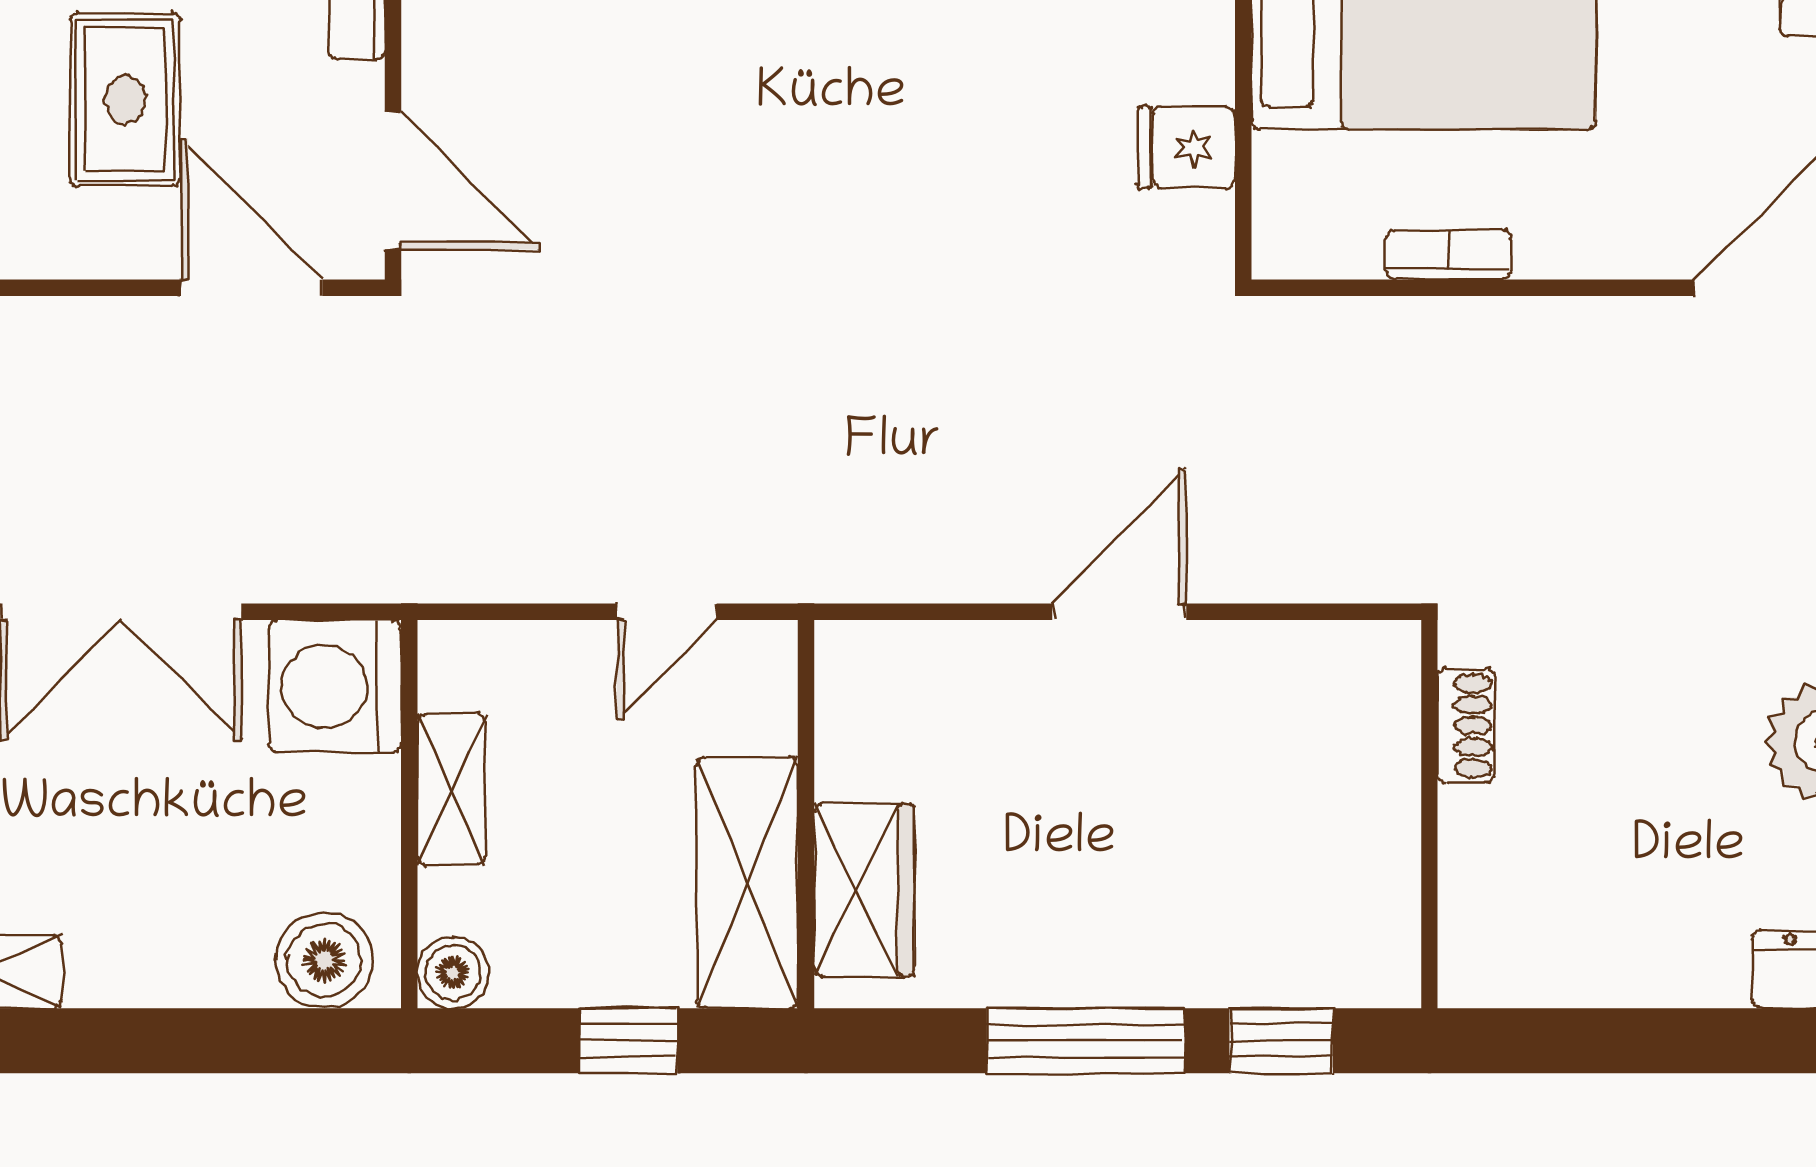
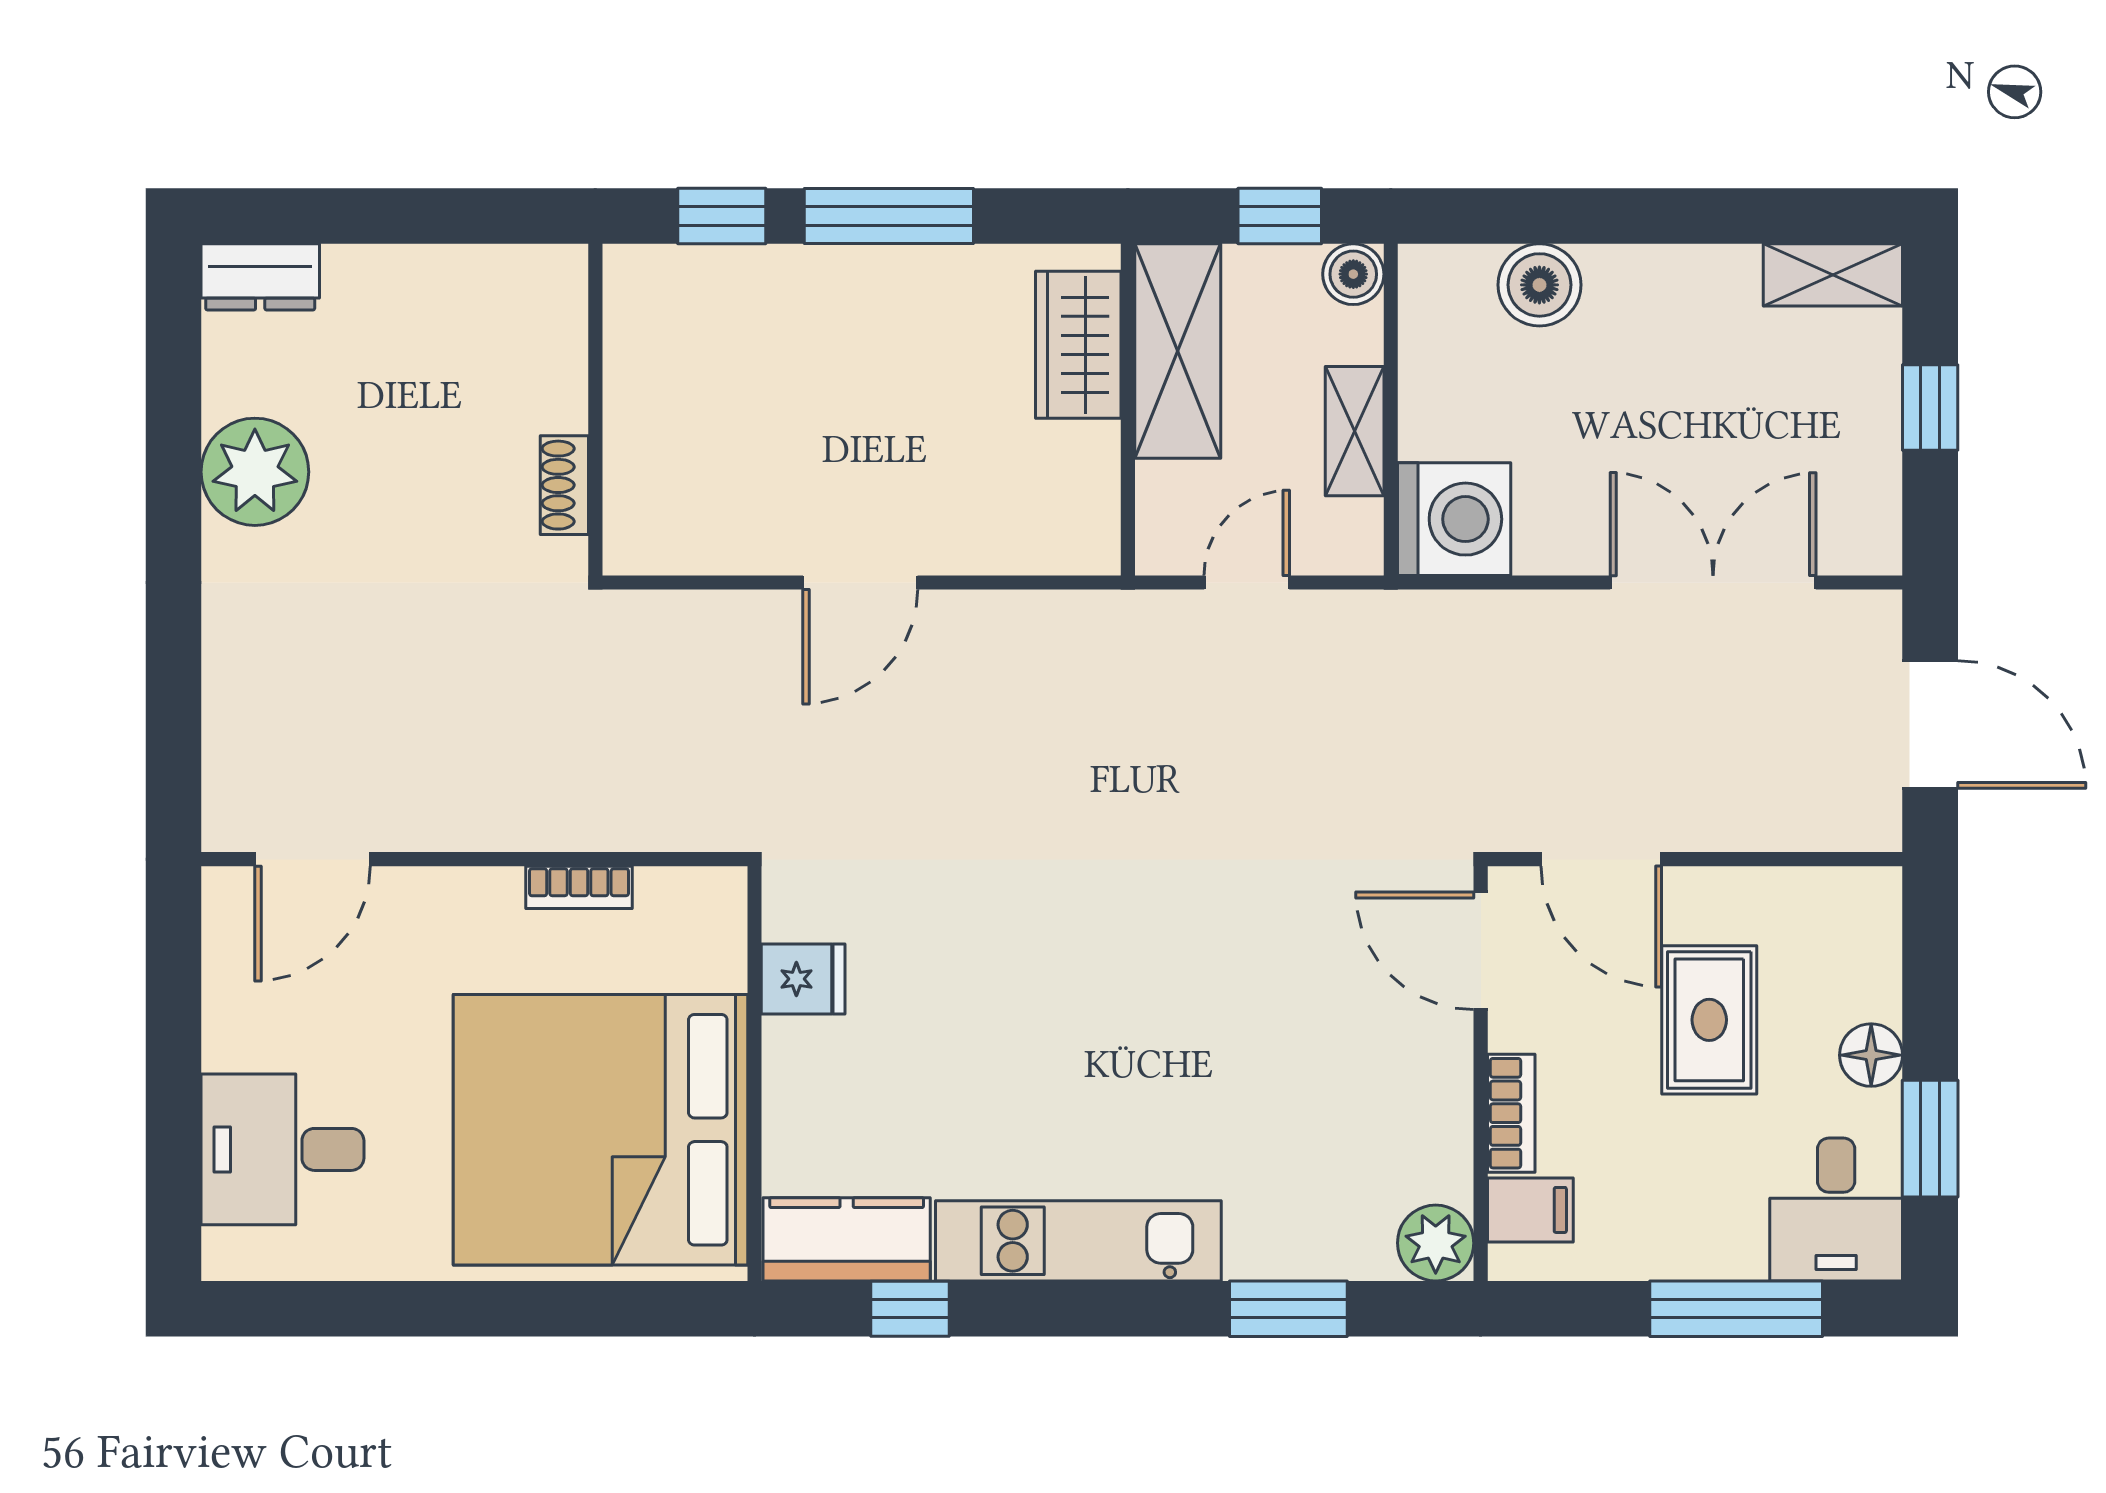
washing machine: (335, 686) -> (1454, 519), moved
shelving: (451, 789) -> (1355, 431), moved
wall: (409, 814) -> (1391, 410), moved
boiler: (453, 973) -> (1353, 274), moved

